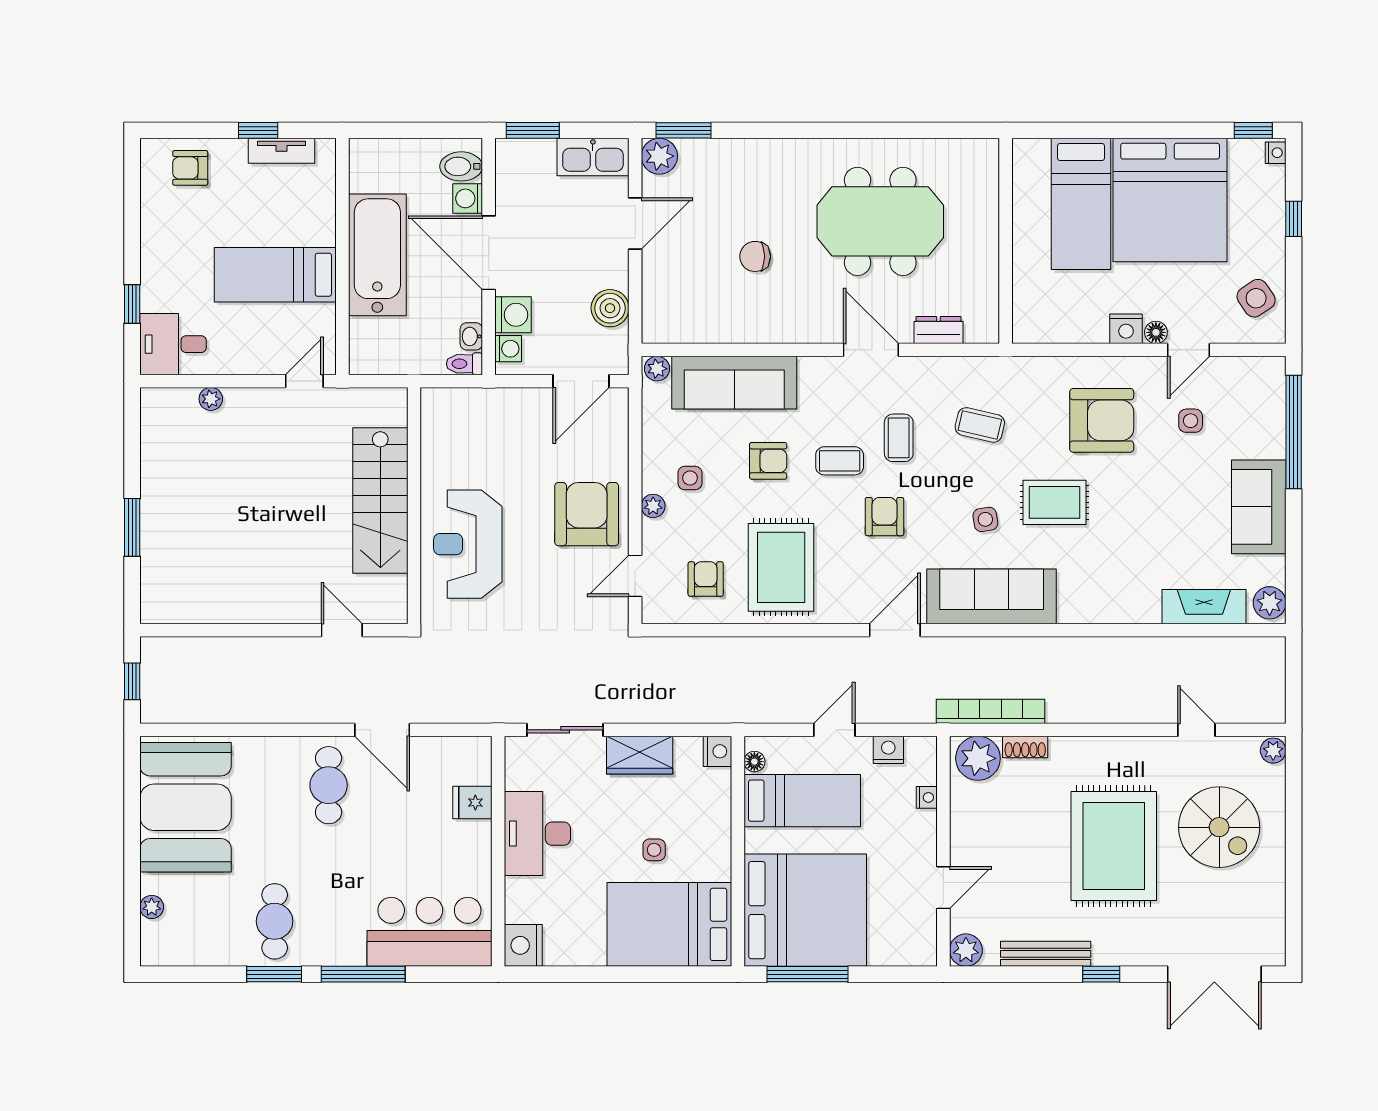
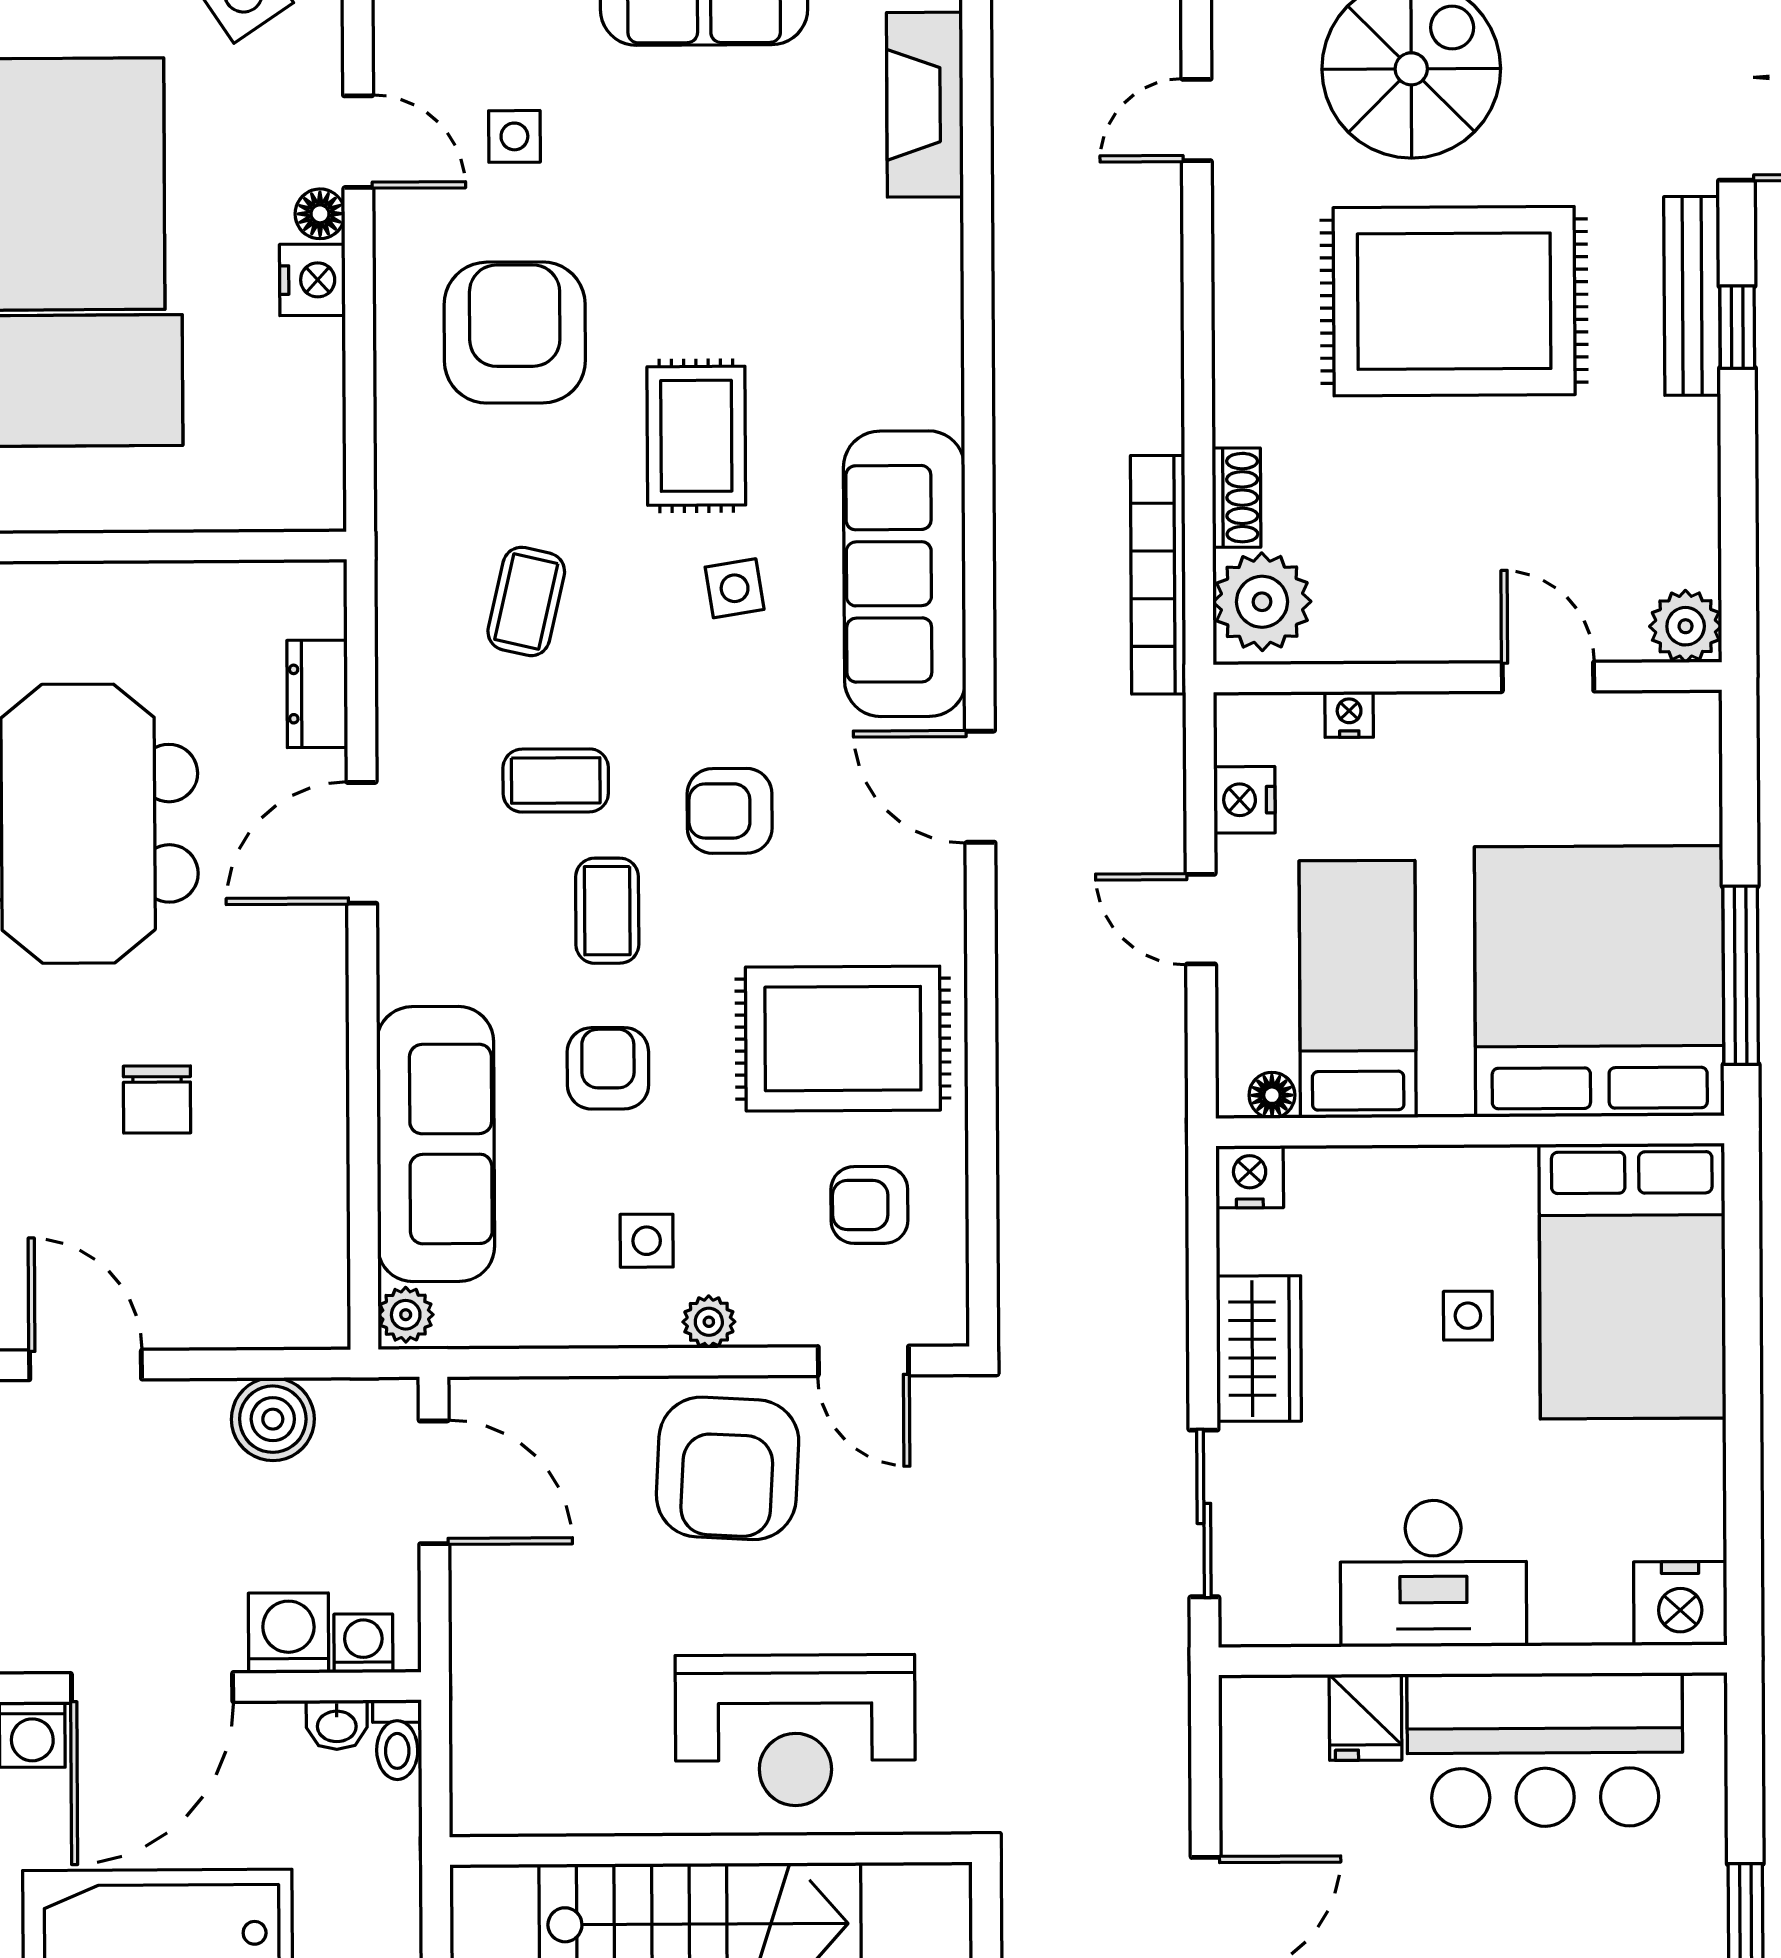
armchair: (587, 514) -> (728, 1468), turned -87
bar counter: (429, 932) -> (1545, 1750), moved, turned -90
bench: (1046, 954) -> (1692, 296), moved

